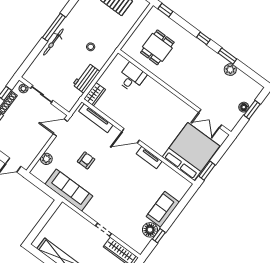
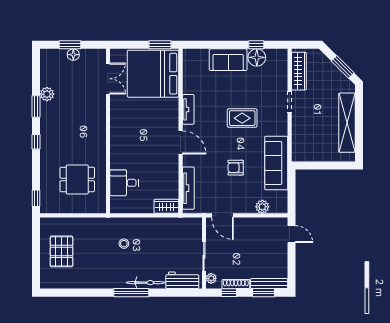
workbench: (86, 78) -> (182, 280), moved, turned 180
rug: (116, 190) -> (242, 118), added

